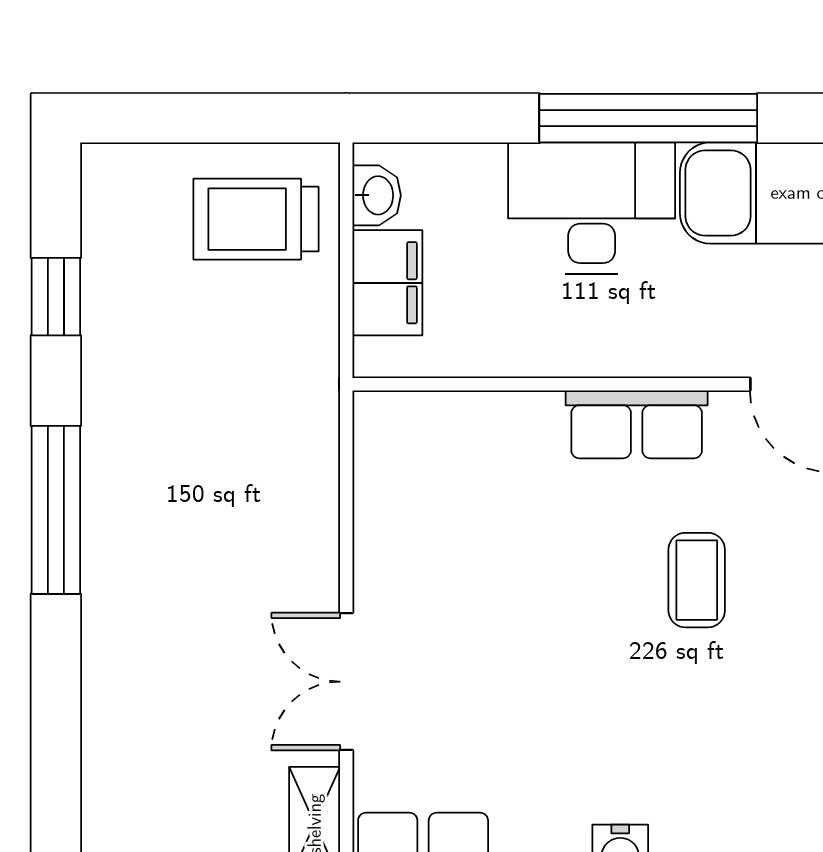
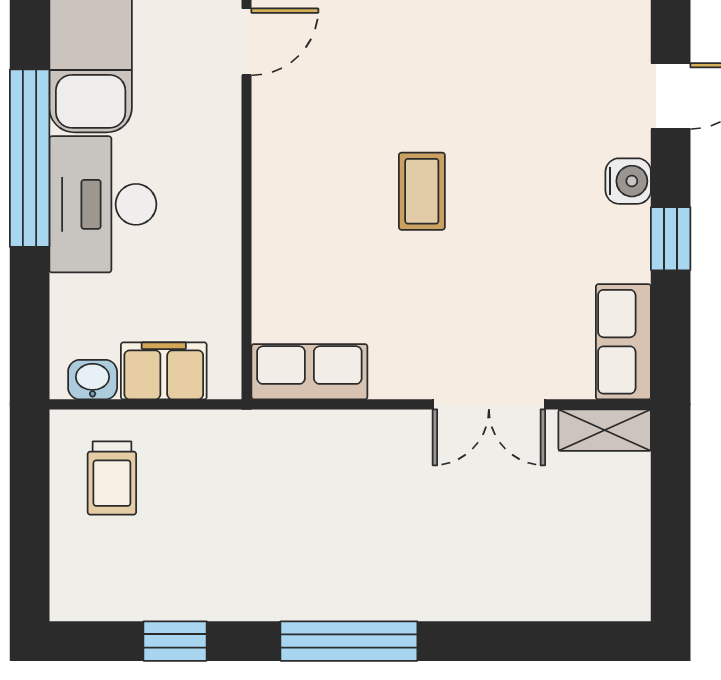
trolley: (256, 219) -> (112, 478), width x0.73, depth x0.72
row of seats: (637, 424) -> (309, 372), moved, turned -90
coffee table: (697, 580) -> (422, 191), moved, turned 90

